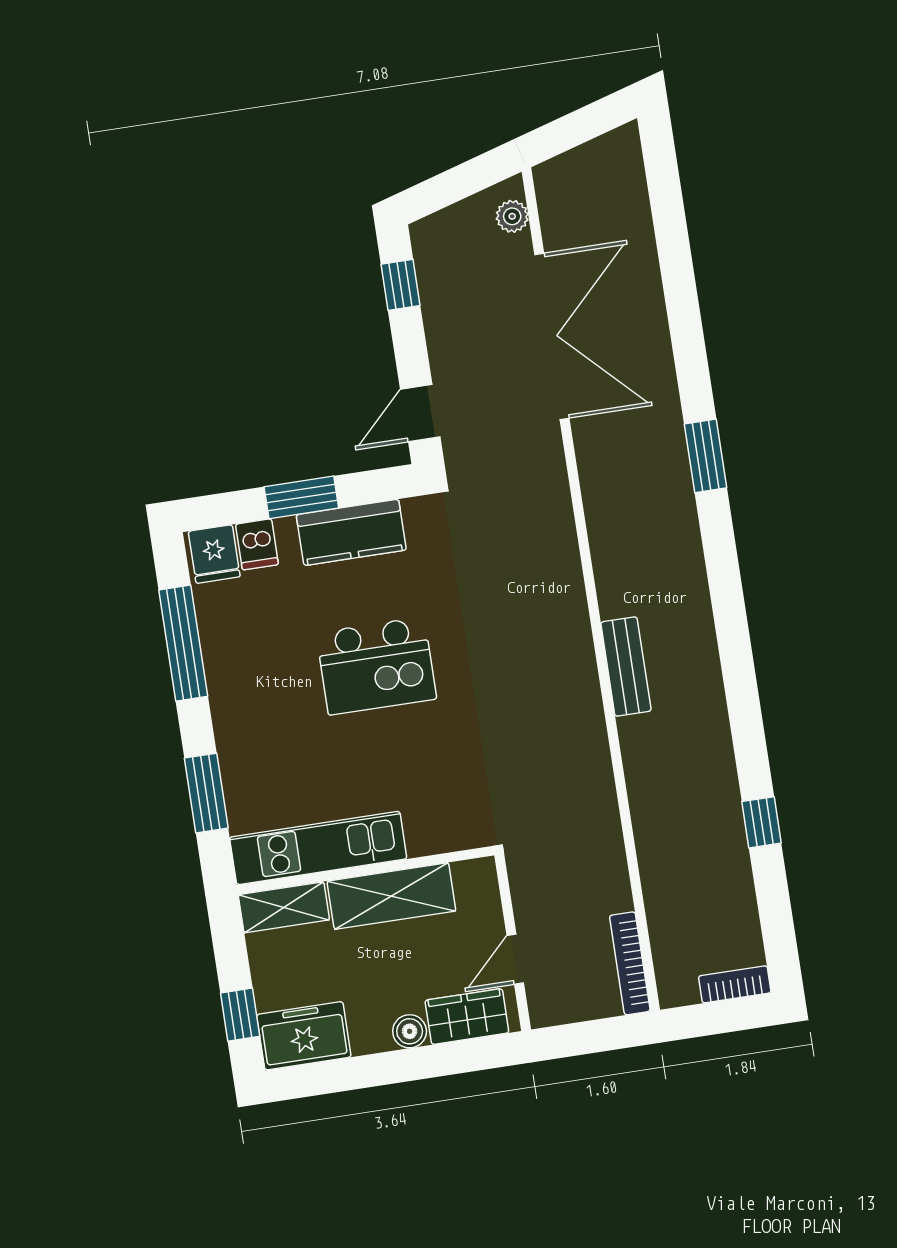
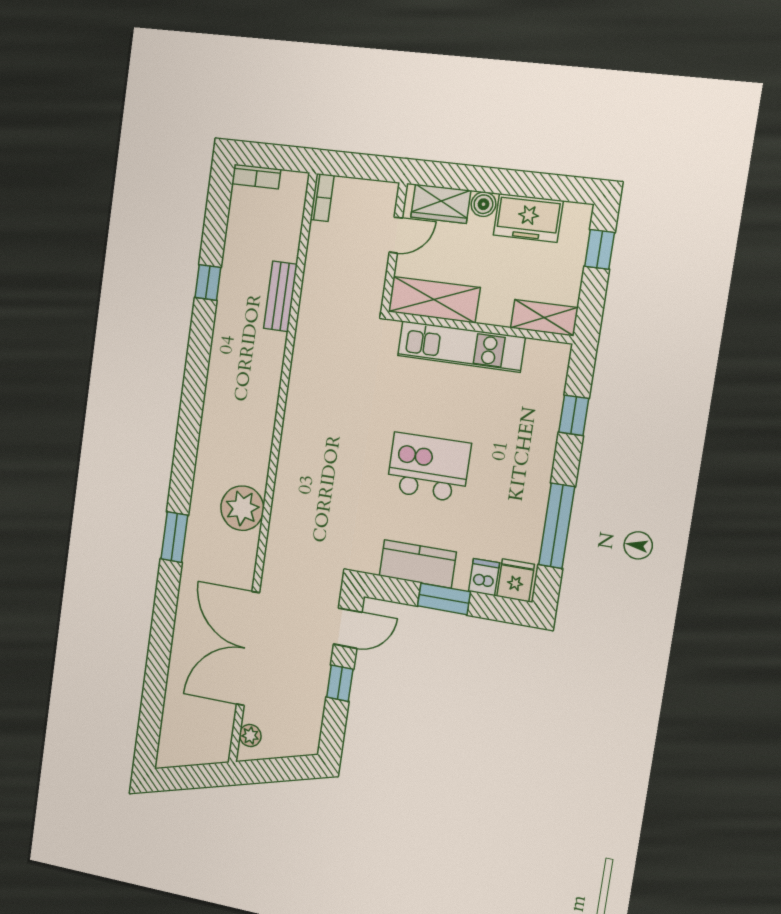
window: (401, 285) -> (340, 683), moved
plant: (619, 528) -> (242, 508), added
bench: (626, 667) -> (280, 296), moved
window: (206, 793) -> (574, 415), width x0.67
kitchen unit: (318, 848) -> (461, 346), moved
shelving: (391, 896) -> (434, 300), moved
bookcase: (630, 963) -> (322, 197), width x0.64
freezer: (304, 1036) -> (528, 218), moved

